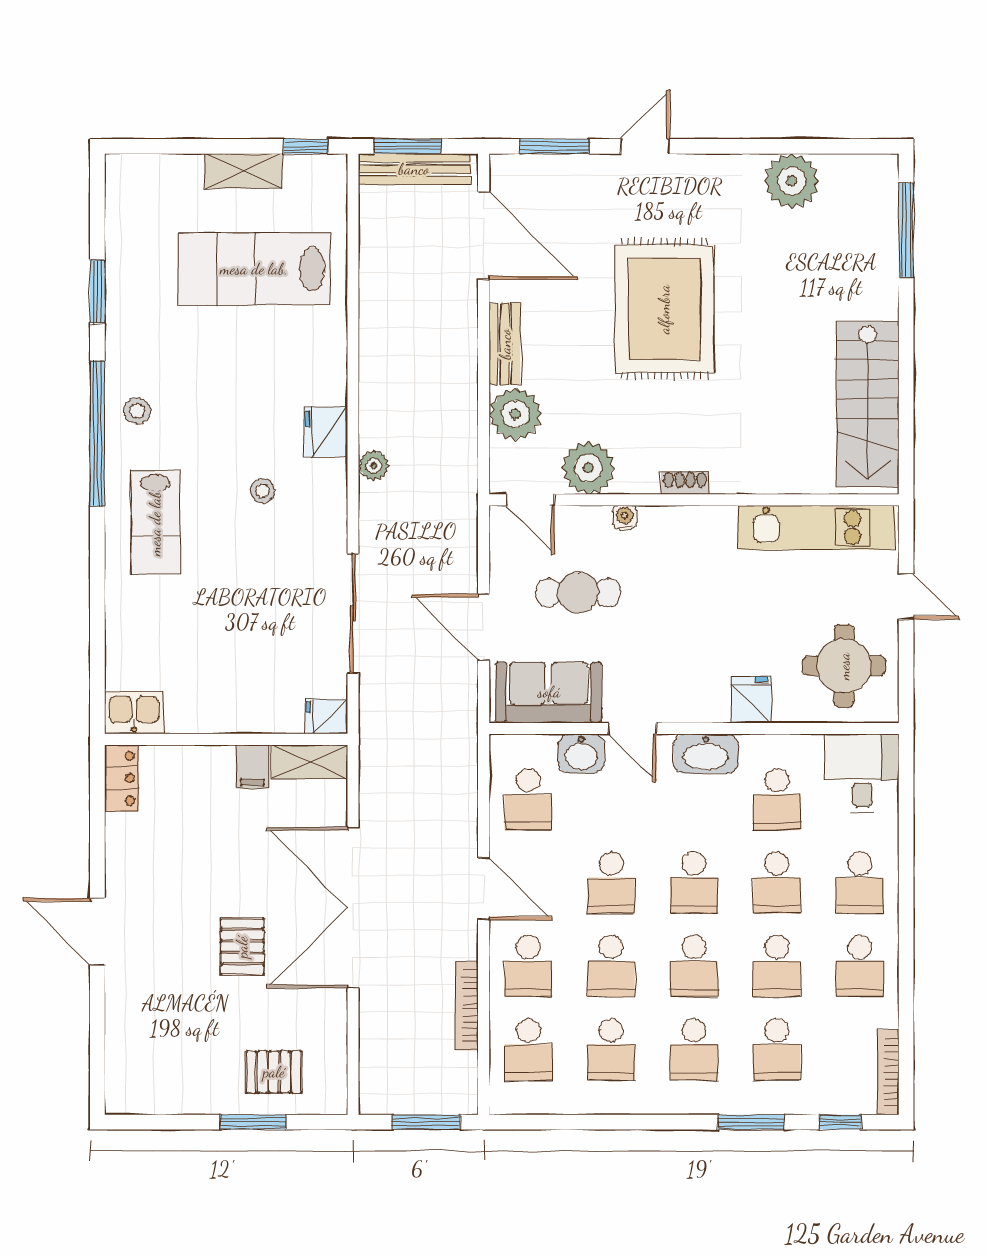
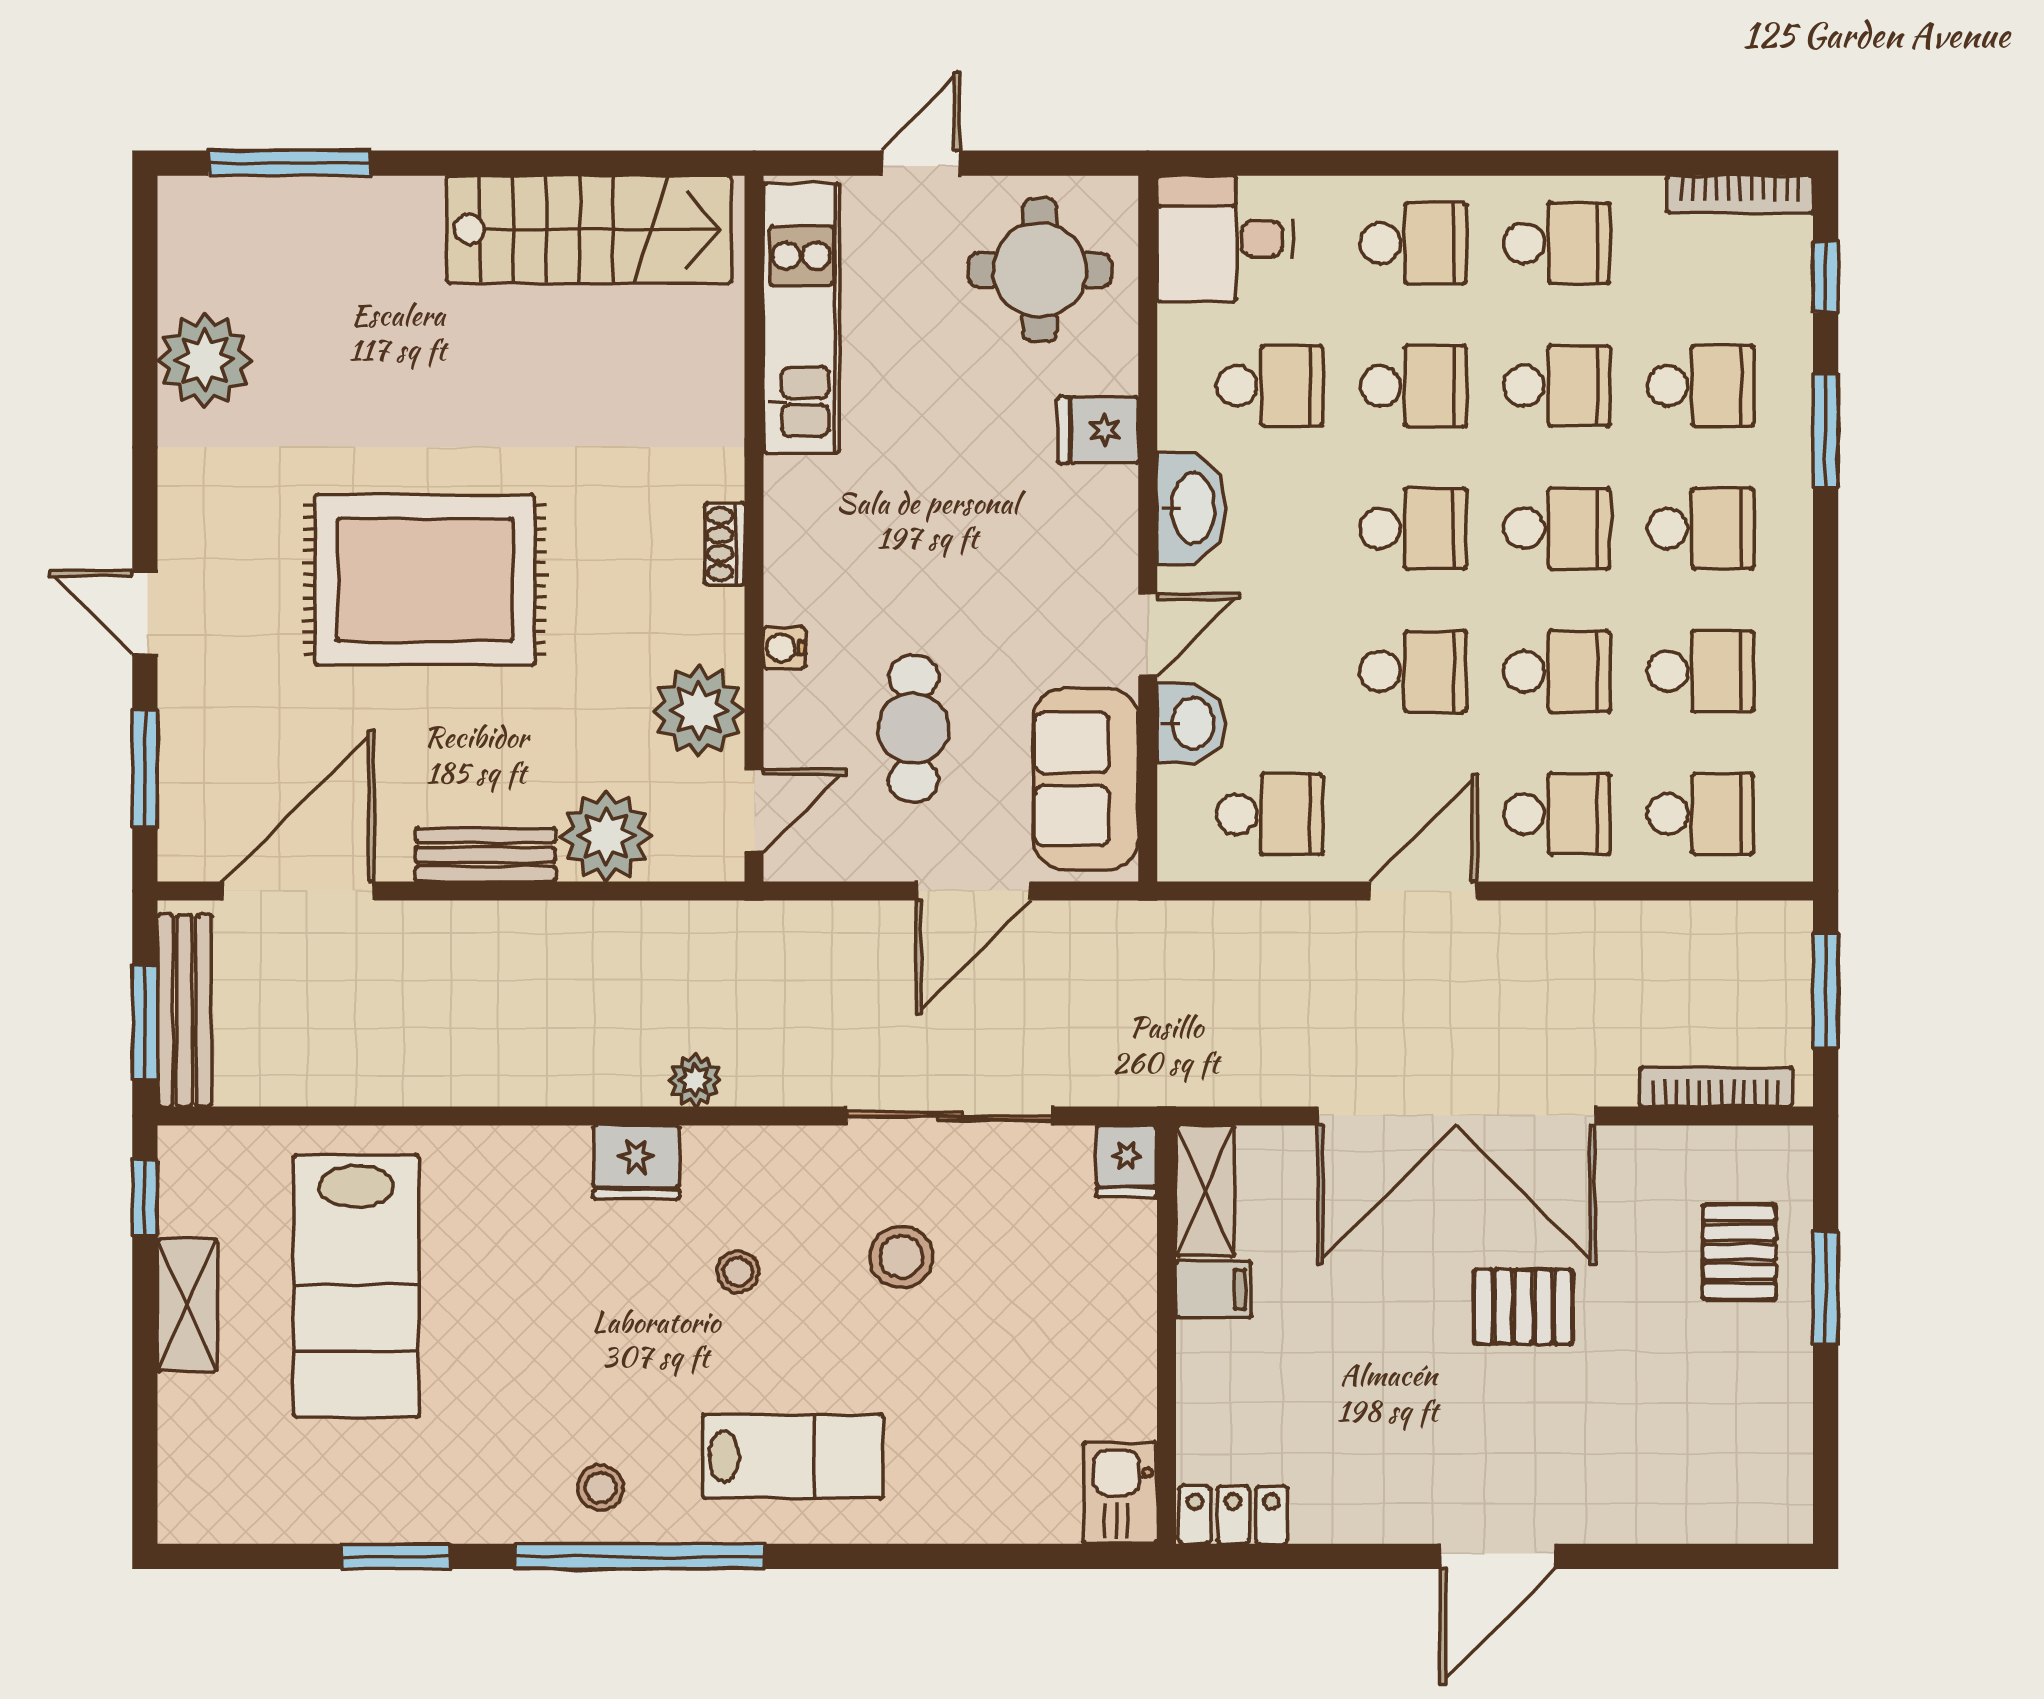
stool: (271, 585) -> (901, 1257), added
bookcase: (467, 1006) -> (1716, 1087), moved, turned 180

